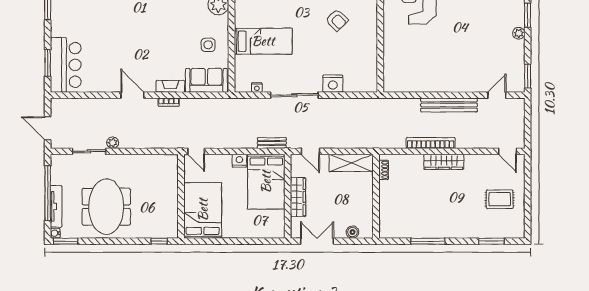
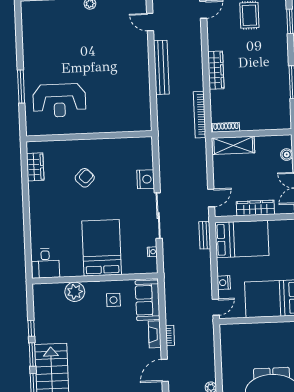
bed: (263, 41) -> (102, 248), width x1.50
bookcase: (431, 143) -> (200, 115), moved
nightstand: (239, 161) -> (224, 283), moved
shelving: (351, 163) -> (233, 145), moved, turned 90
shoe rack: (384, 170) -> (226, 127), width x1.43

